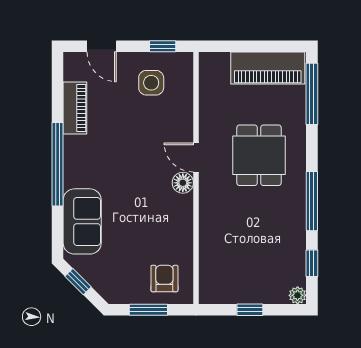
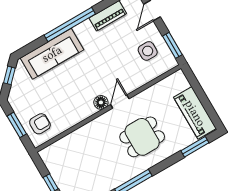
window: (163, 46) -> (172, 45), width x1.50
window: (312, 94) -> (195, 147), width x0.69
sofa: (82, 221) -> (52, 54), width x1.36

